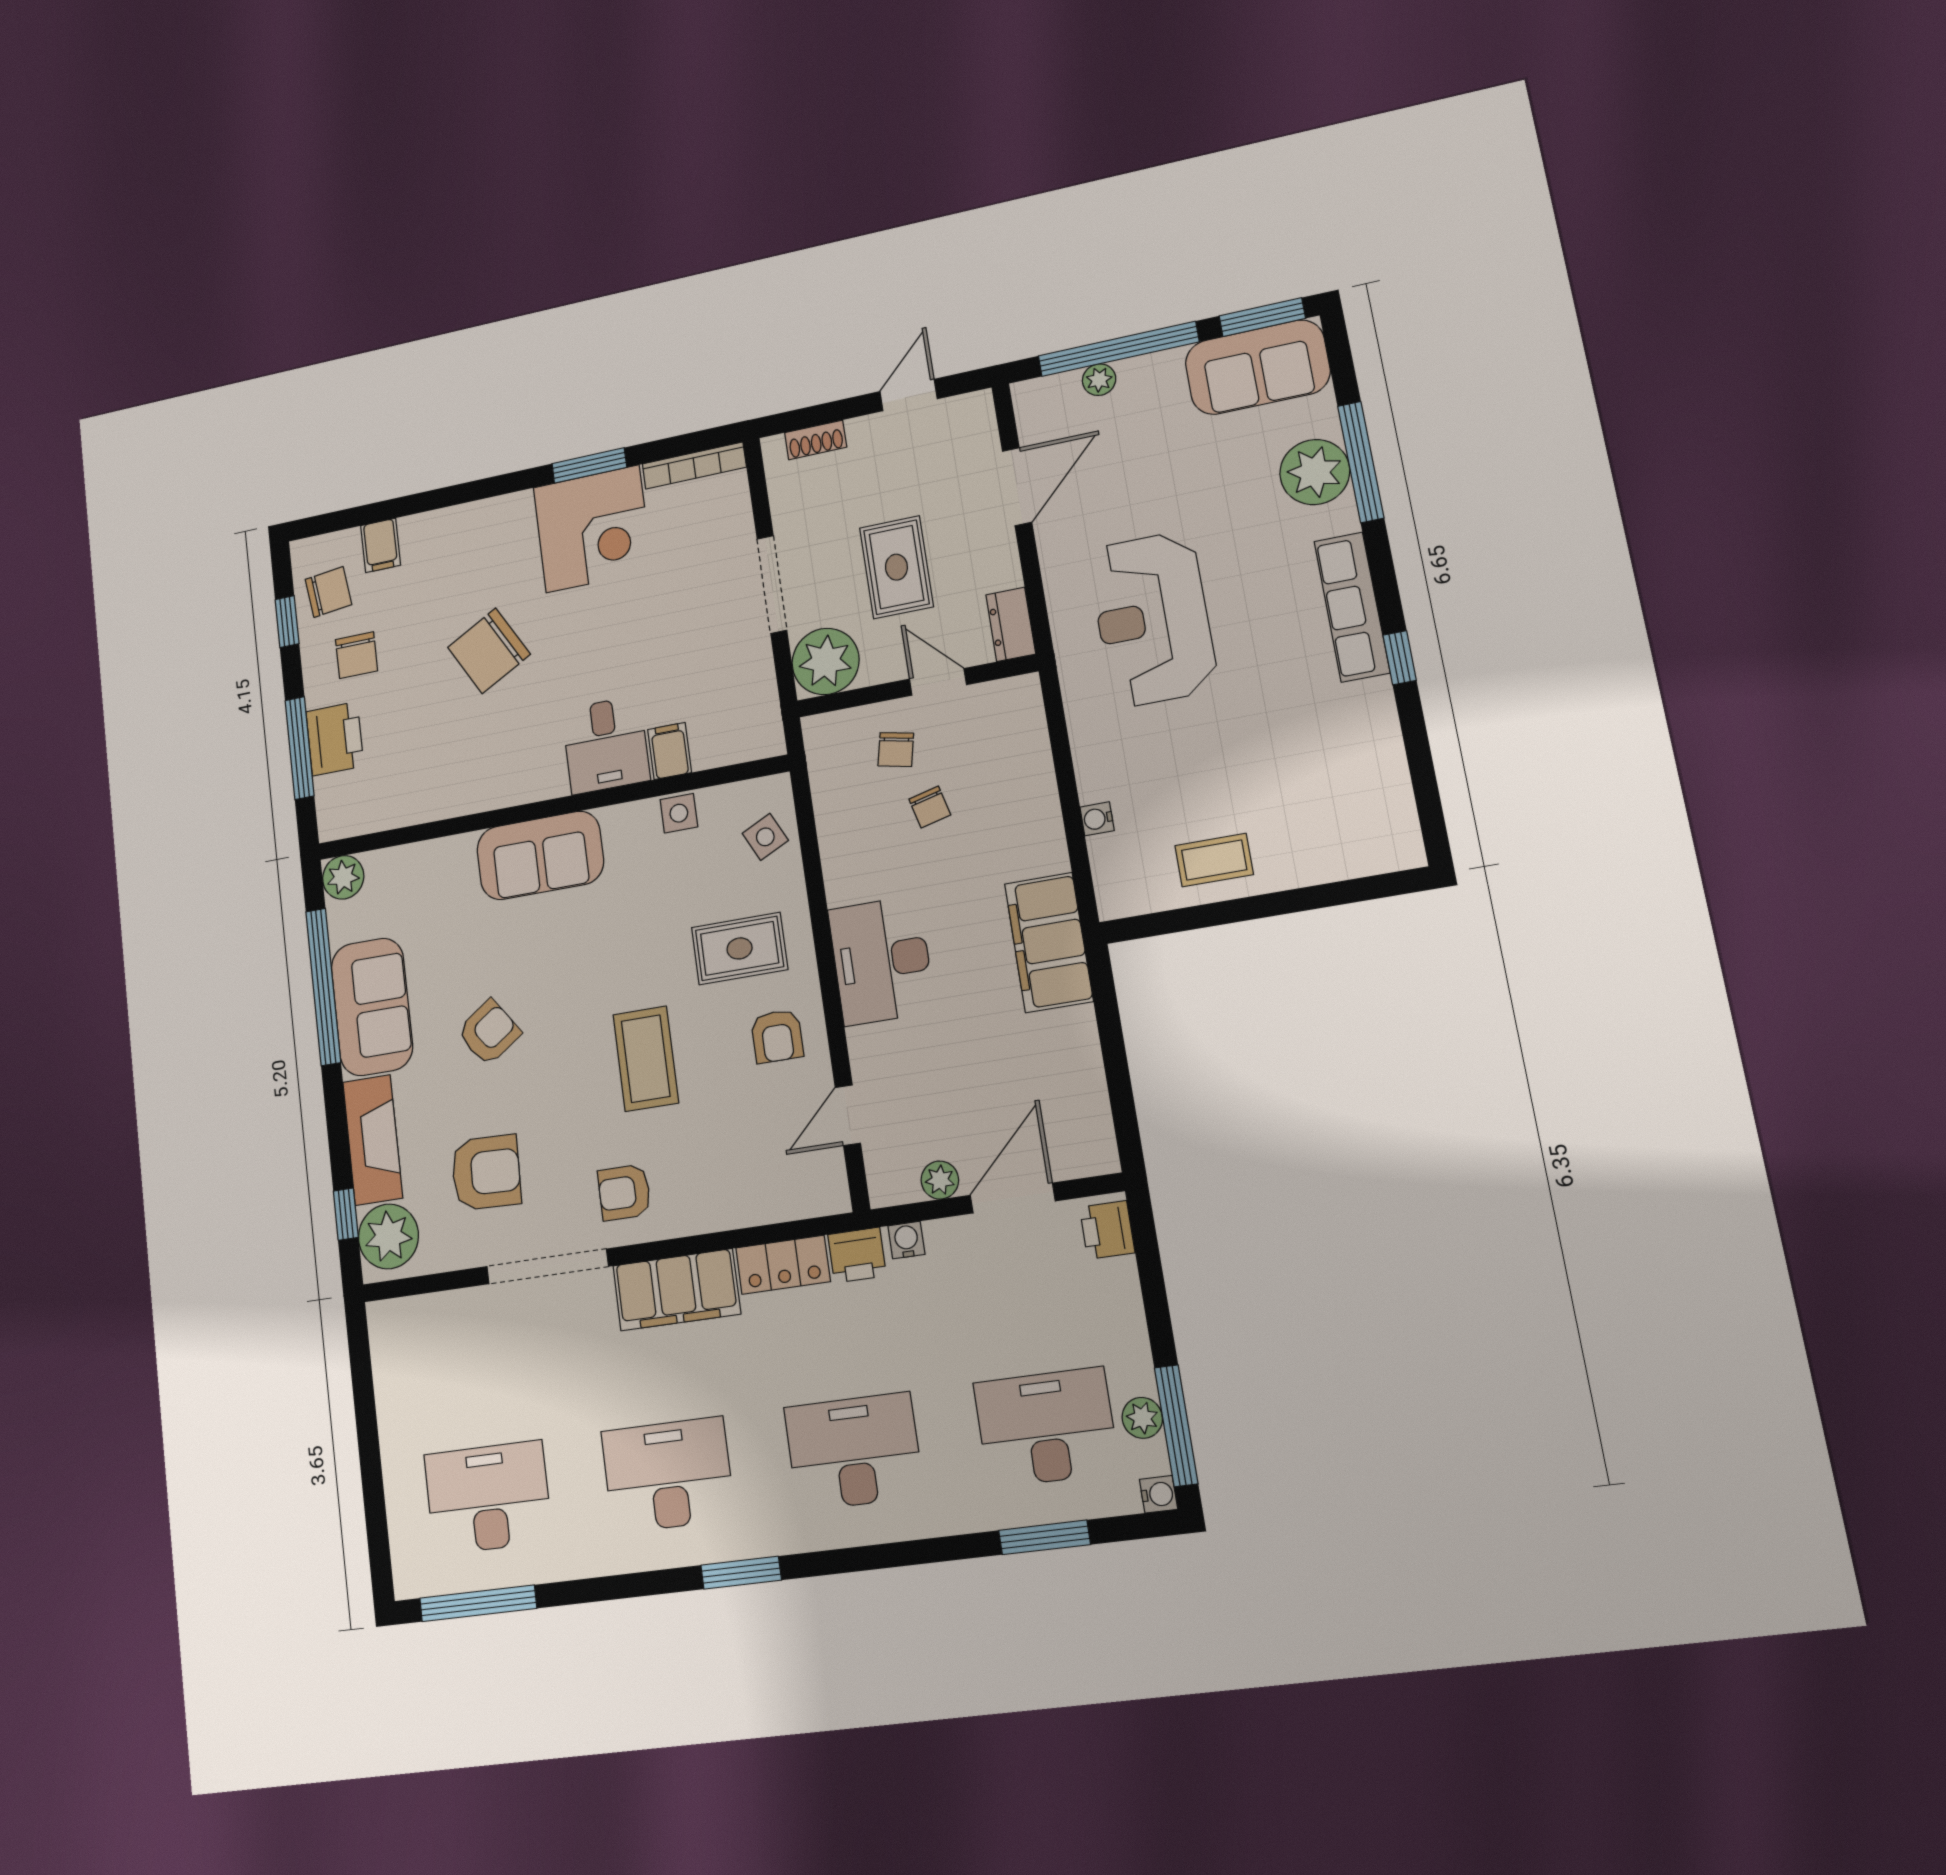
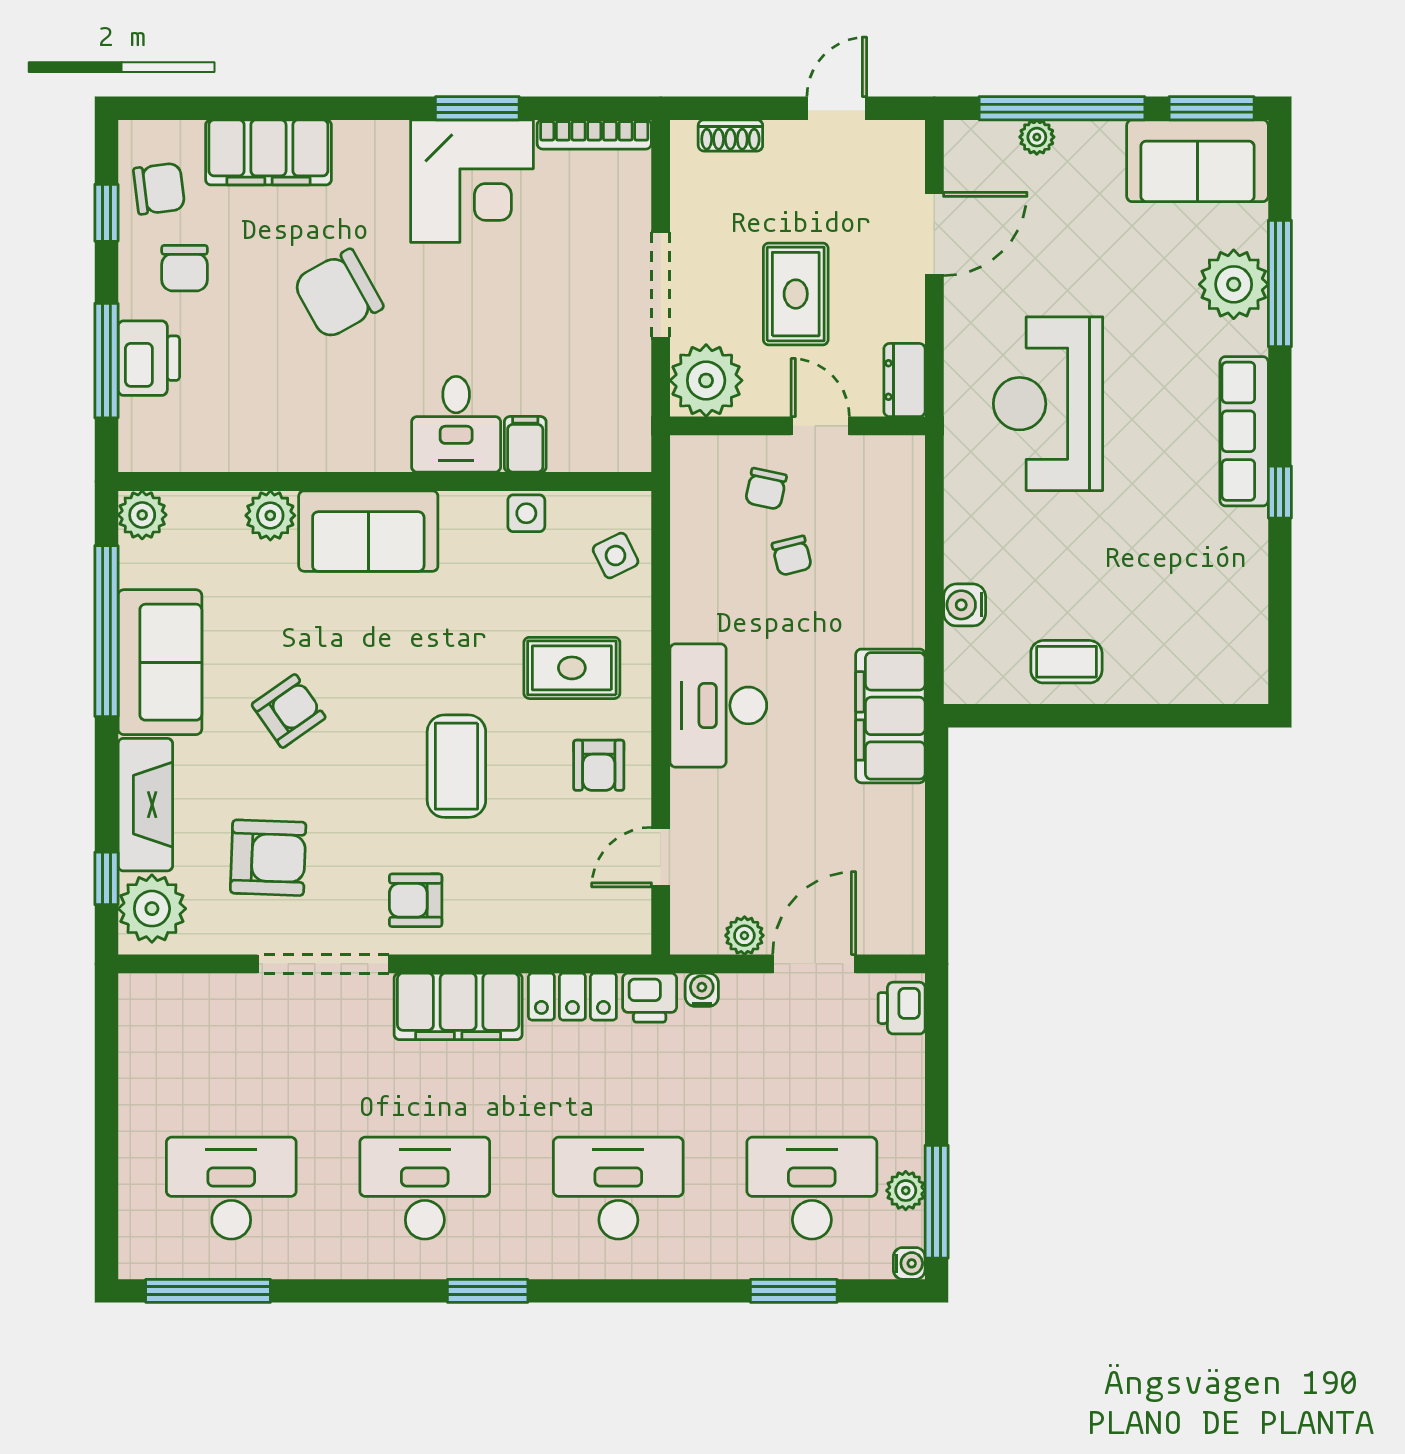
filing cabinet: (381, 545) -> (268, 152), width x3.00, depth x1.17
water cooler: (1097, 819) -> (965, 605), width x1.38, depth x1.38
plant: (453, 857) -> (270, 515), added

